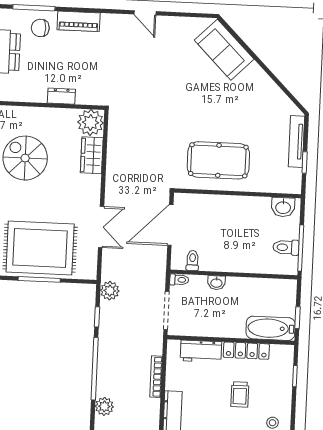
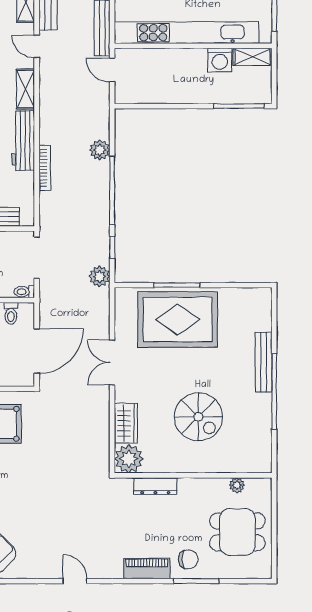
dresser: (61, 96) -> (155, 486), width x1.44
double door: (101, 227) -> (112, 362), moved
bookcase: (156, 377) -> (45, 168), moved

